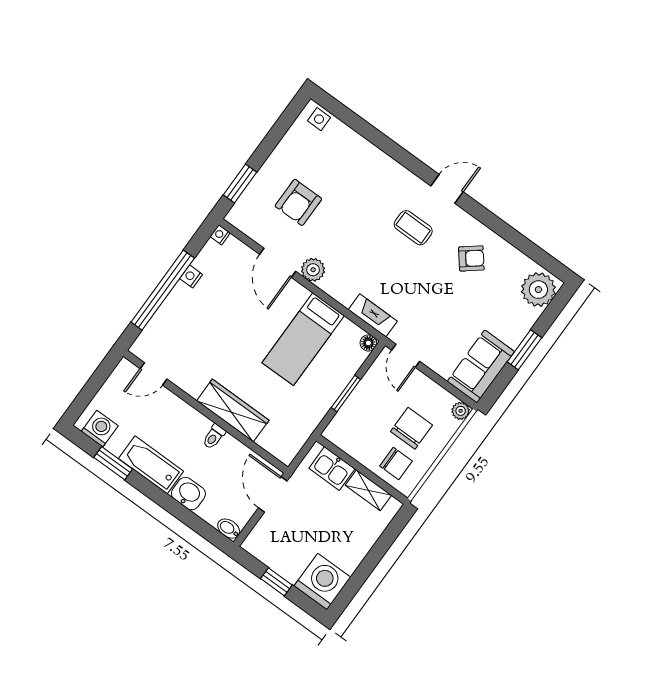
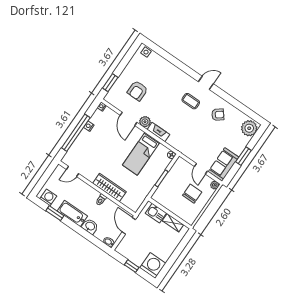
fireplace: (373, 315) -> (158, 132), moved
door: (406, 356) -> (201, 169), moved
chair: (396, 463) -> (185, 210), removed

